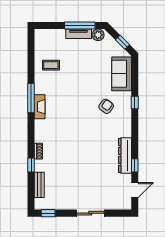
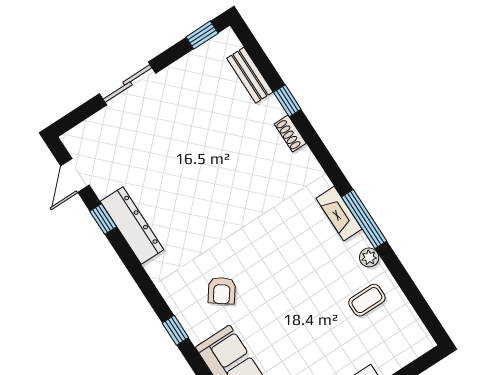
plant: (39, 81) -> (369, 257), added

